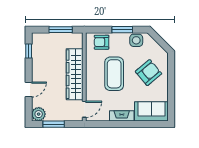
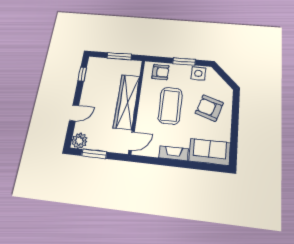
armchair: (102, 42) -> (160, 72), turned 180
armchair: (149, 73) -> (209, 108), turned -122

